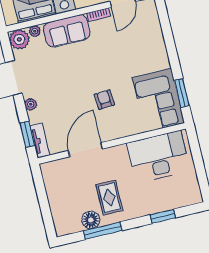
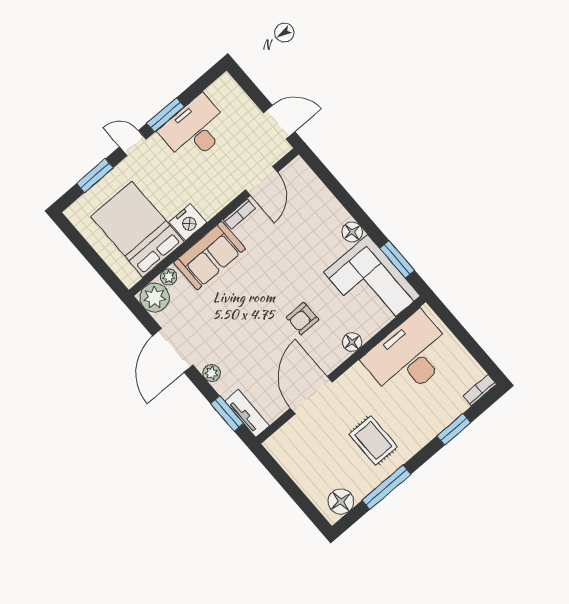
floor lamp: (163, 62) -> (352, 232), added
armchair: (104, 100) -> (303, 318), turned -86
floor lamp: (128, 130) -> (352, 342), added
bookcase: (191, 200) -> (480, 390), added
floor lamp: (91, 220) -> (341, 502), moved

